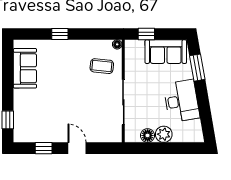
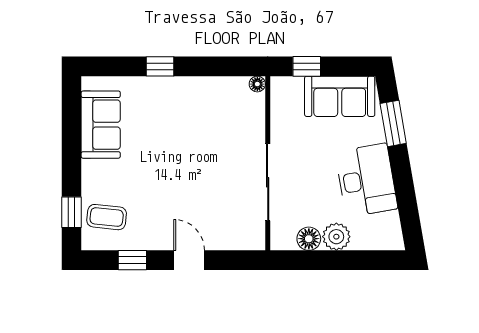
coffee table: (102, 66) -> (107, 217), moved

